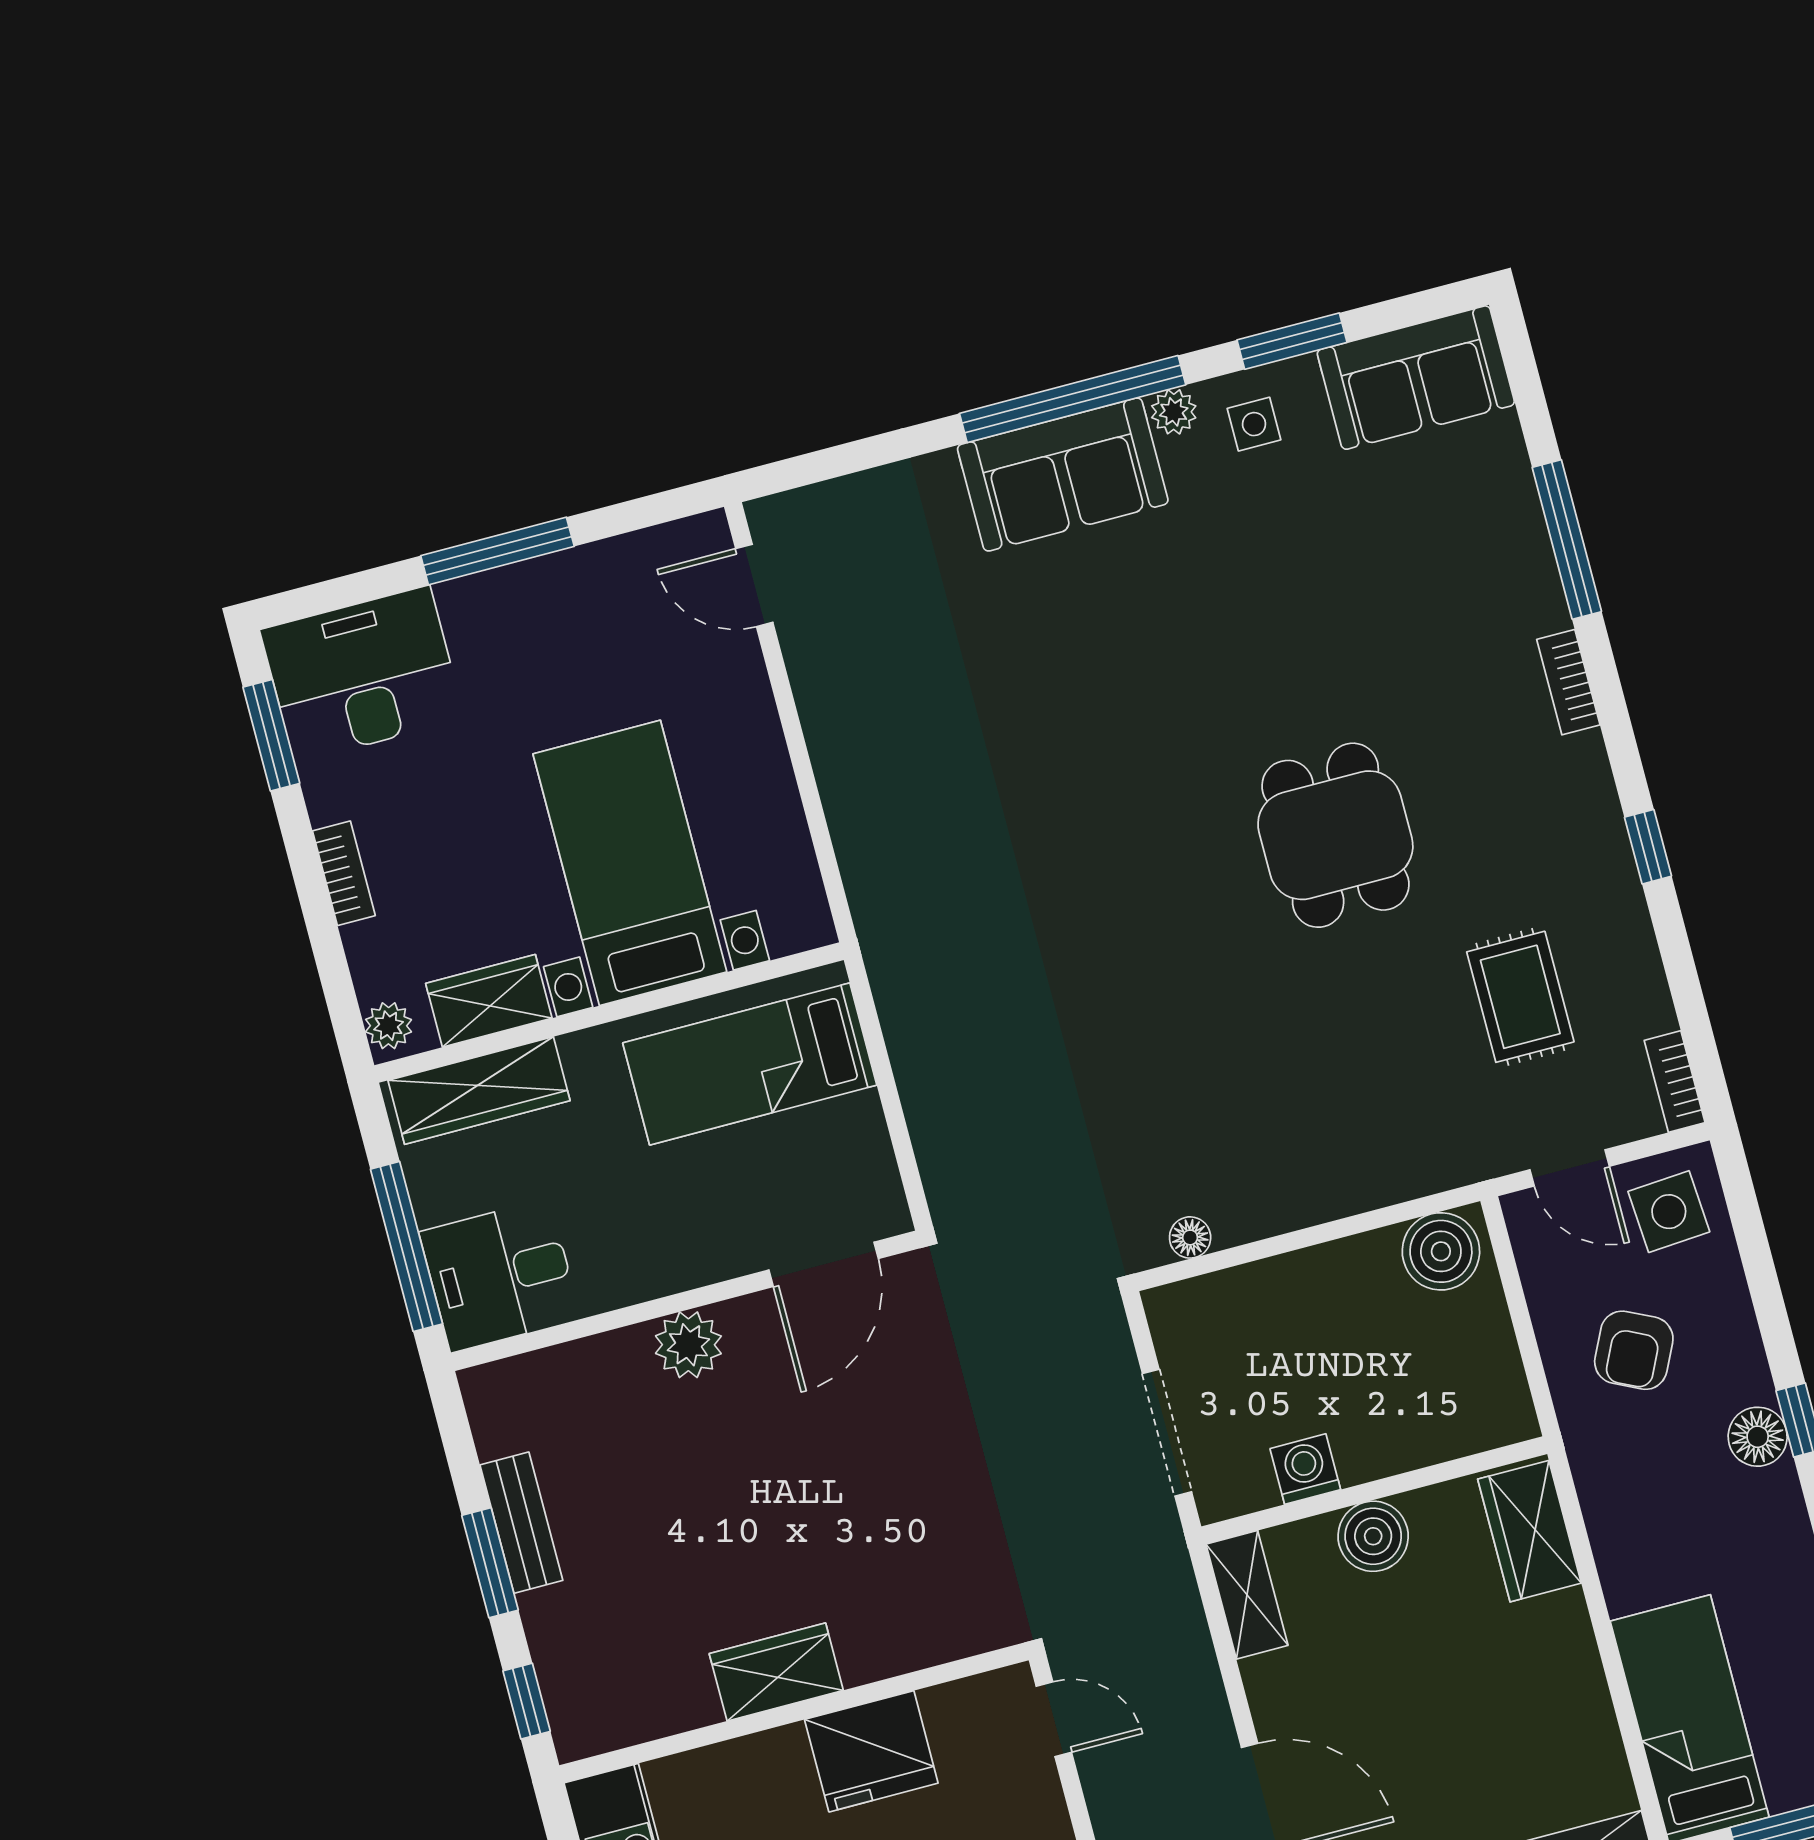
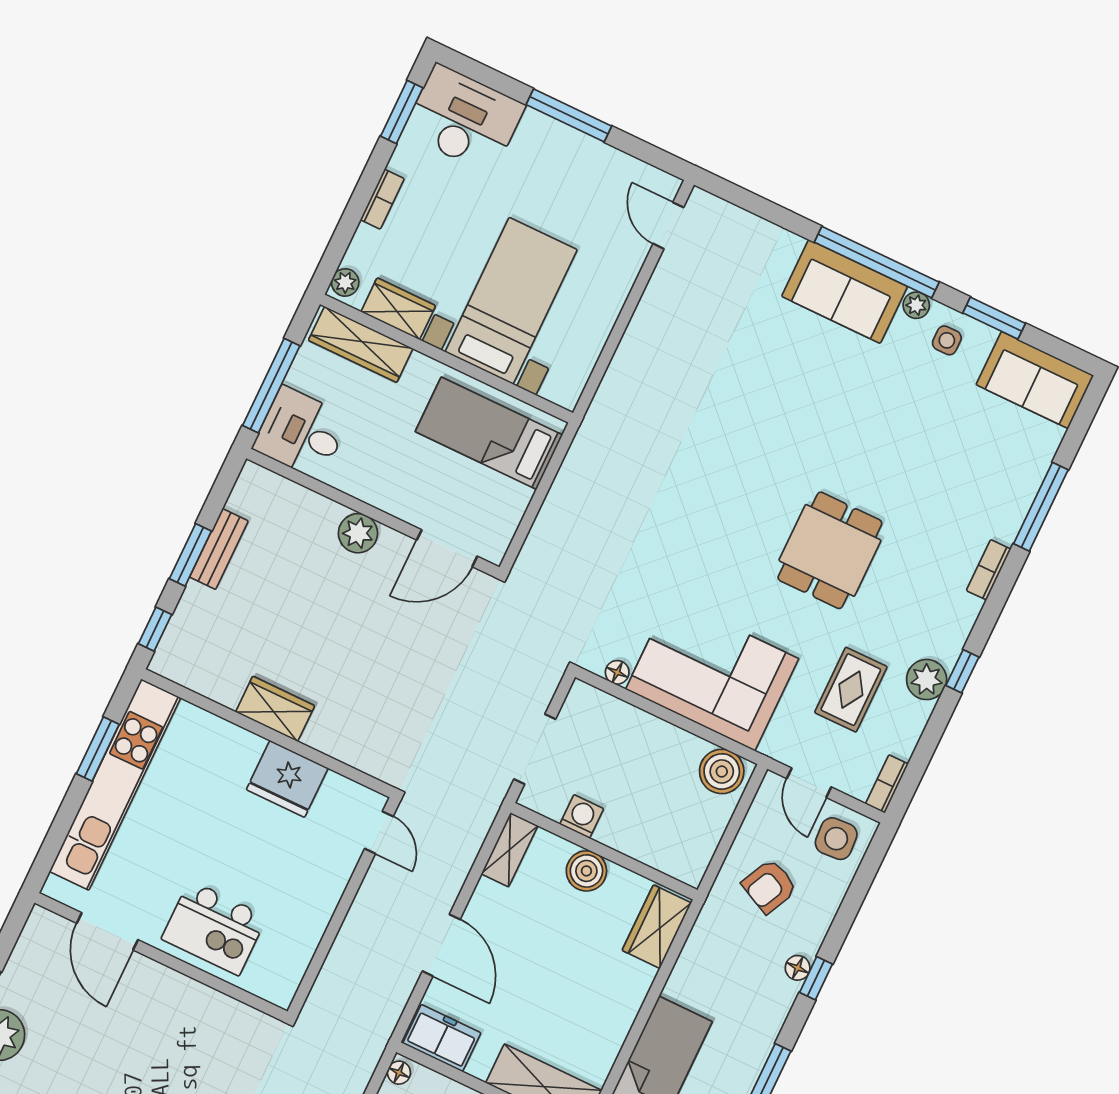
plant: (1610, 898) -> (927, 680), added
corner sofa: (1318, 1133) -> (712, 674), added
floor lamp: (1758, 1437) -> (798, 968), width x0.73, depth x0.73

